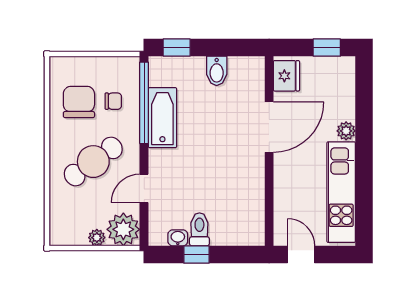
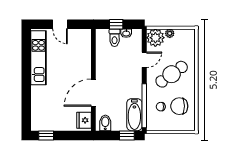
fridge: (286, 76) -> (84, 120), moved
chair: (79, 102) -> (179, 106), turned 90
bathtub: (162, 118) -> (134, 115), moved
door: (269, 127) -> (93, 93), moved
plant: (346, 131) -> (36, 91), removed
wall: (269, 151) -> (93, 80), moved

